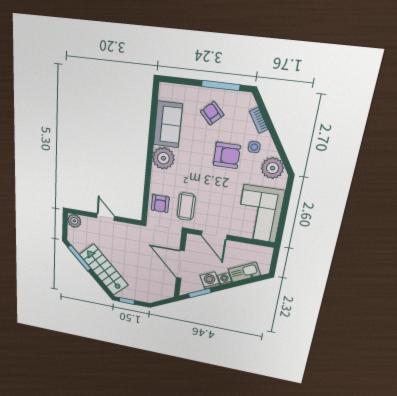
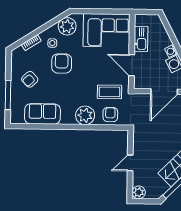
window: (221, 86) -> (8, 95), moved
plant: (163, 158) -> (85, 115), moved
armchair: (160, 204) -> (110, 115), turned -90
door: (214, 235) -> (132, 65), swing flipped
kitchen sink: (244, 272) -> (141, 39), moved, turned -153

